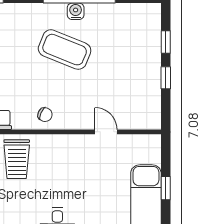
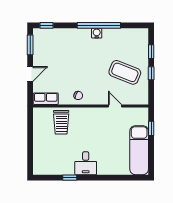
coffee table: (65, 50) -> (125, 72), moved
window: (166, 188) -> (151, 128), moved

